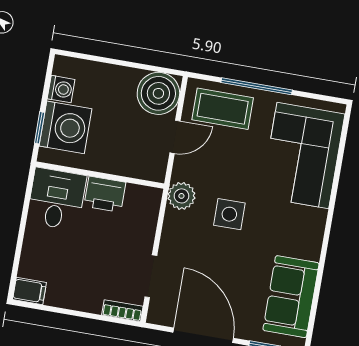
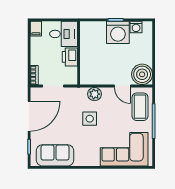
wall: (100, 175) -> (79, 53), moved
printer: (105, 194) -> (70, 57), moved
desk: (56, 199) -> (64, 34), moved

